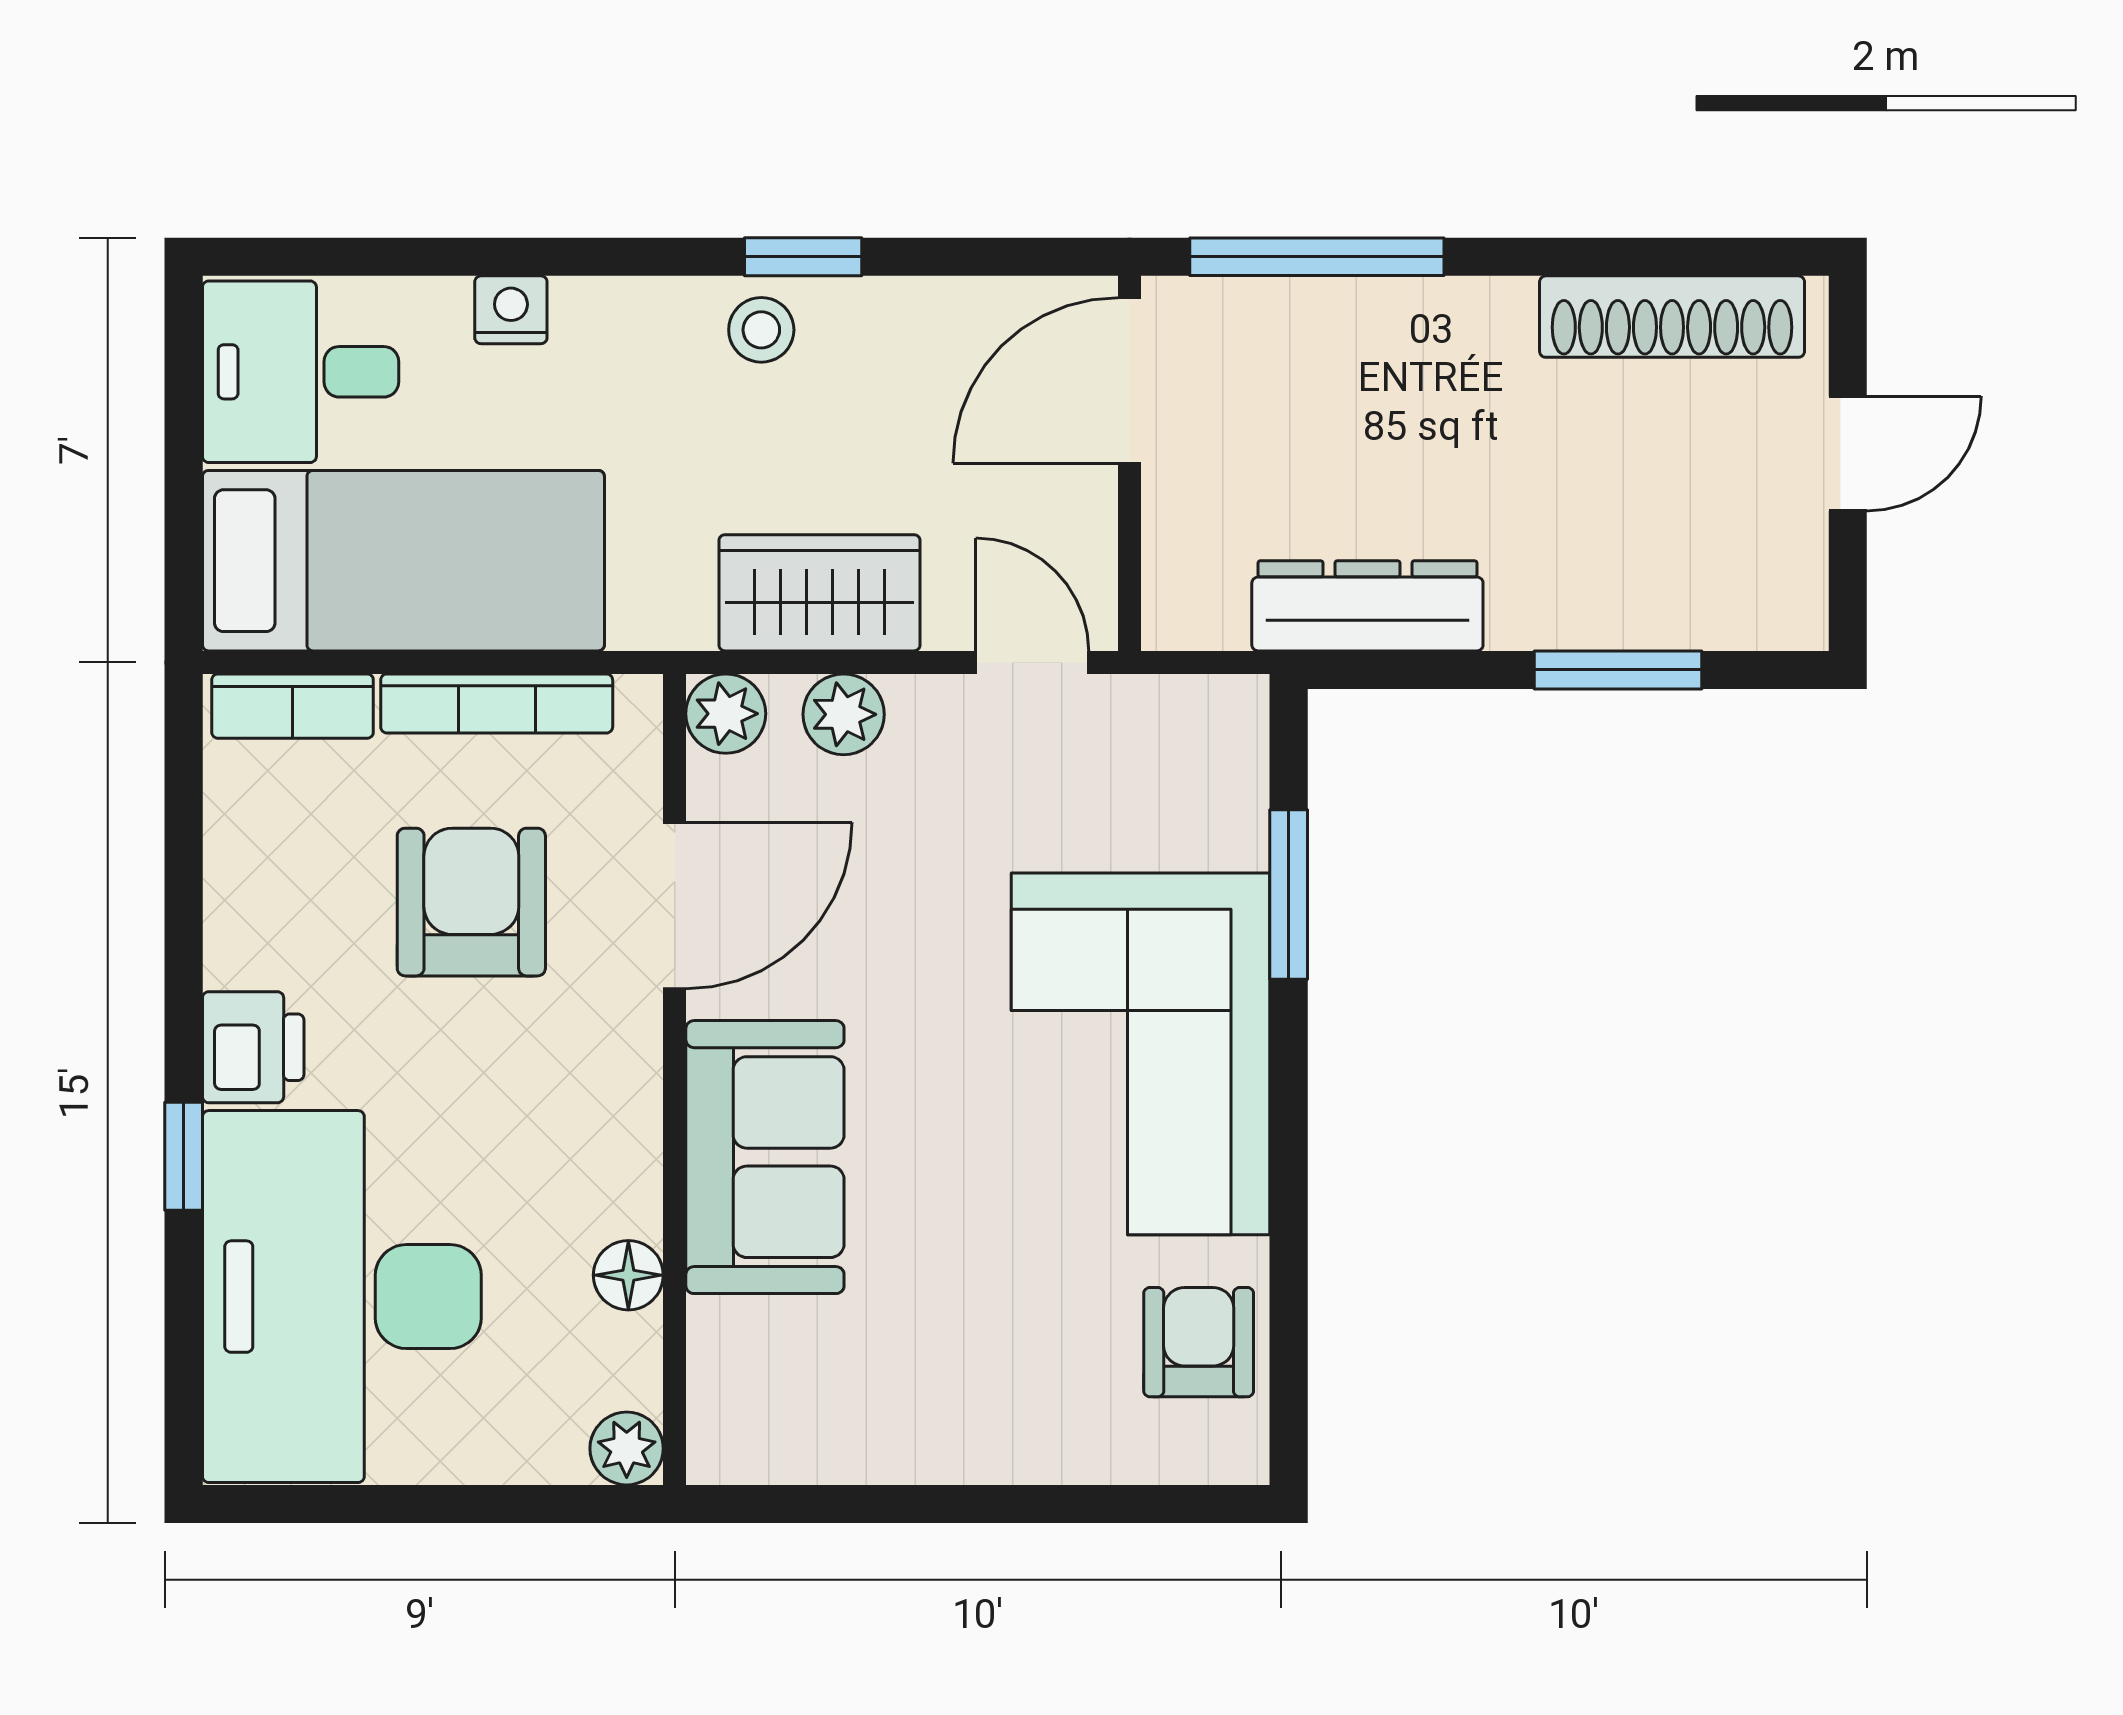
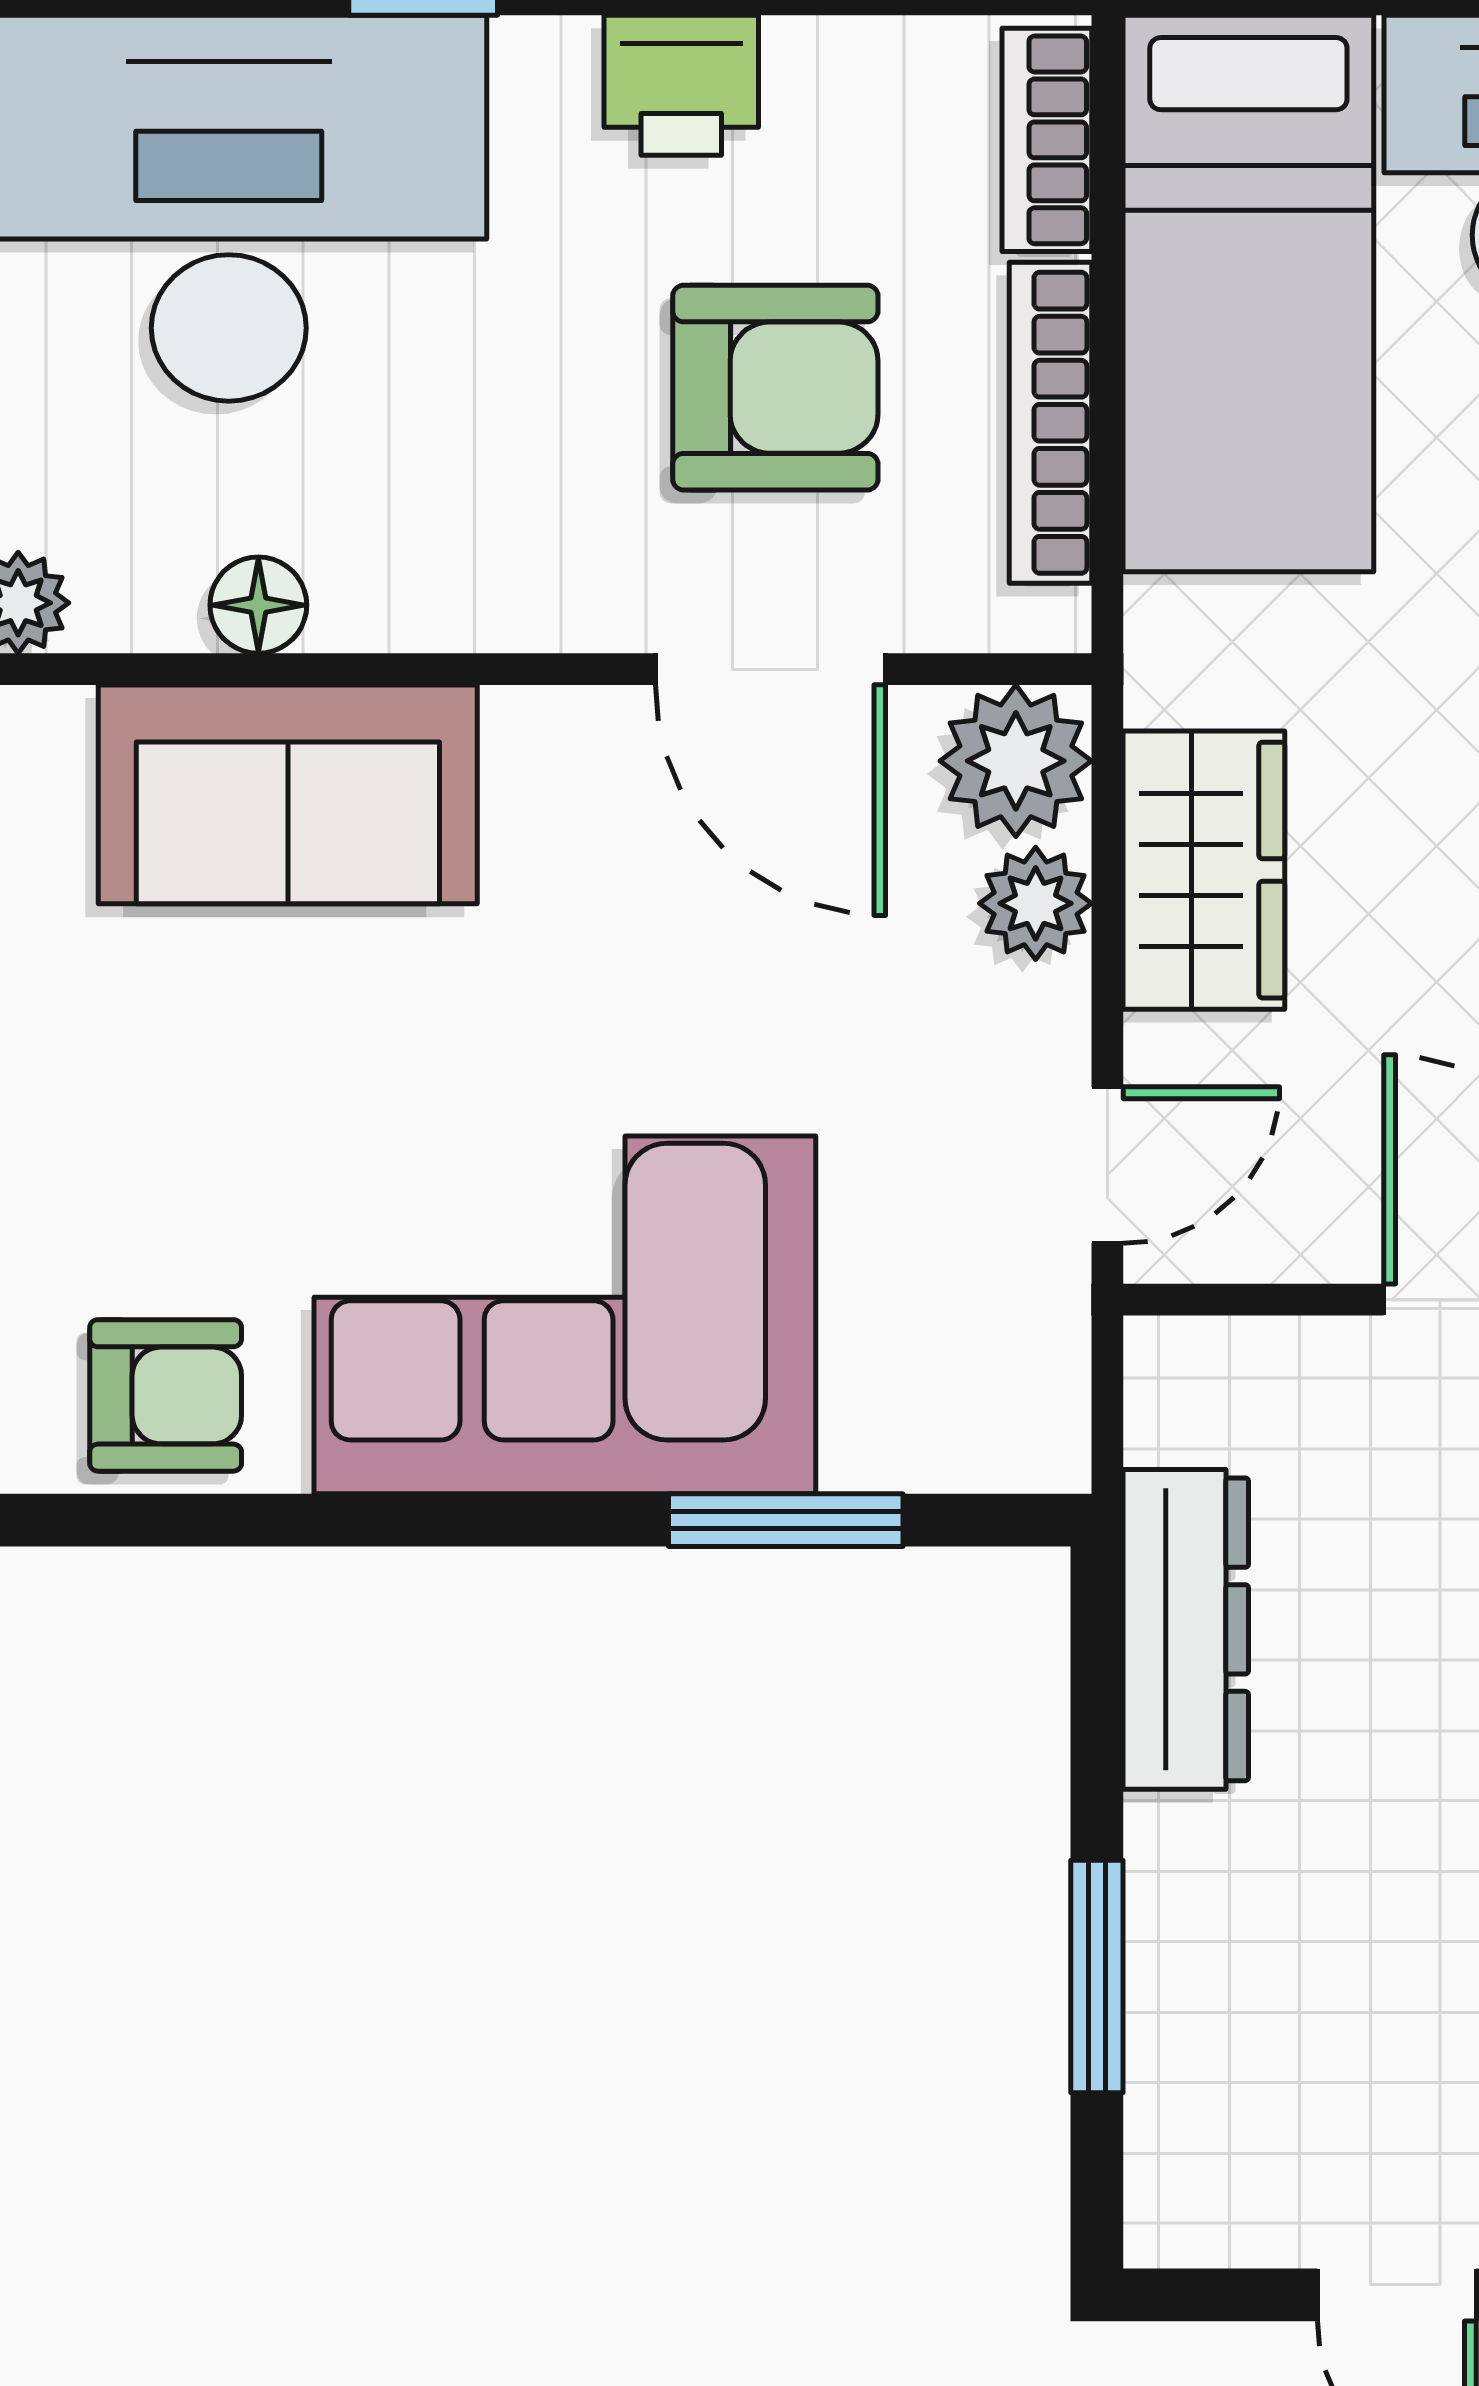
plant: (726, 714) -> (1016, 761), width x1.38, depth x1.38
printer: (253, 1047) -> (681, 85), moved
sofa: (765, 1157) -> (288, 794), moved

